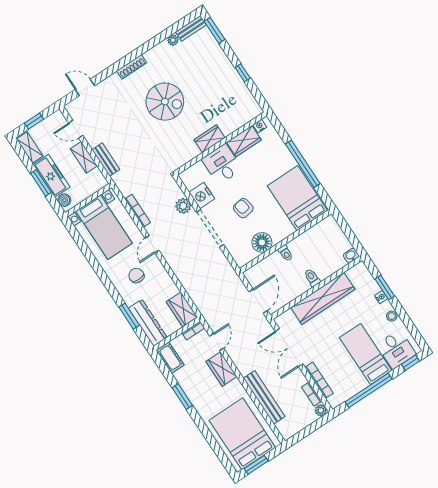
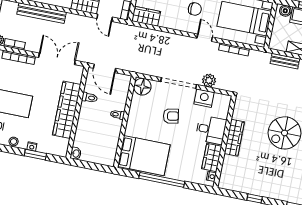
wardrobe: (210, 139) -> (234, 138), width x1.50
floor lamp: (262, 242) -> (142, 87), moved
toilet: (312, 278) -> (90, 98), moved

